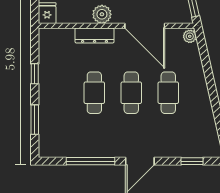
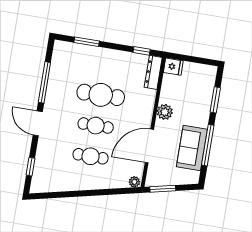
dresser: (95, 36) -> (153, 72), moved
window: (35, 74) -> (142, 51), moved
cafe table: (94, 93) -> (101, 95), width x1.37, depth x1.35

